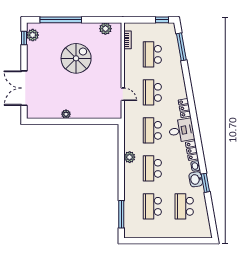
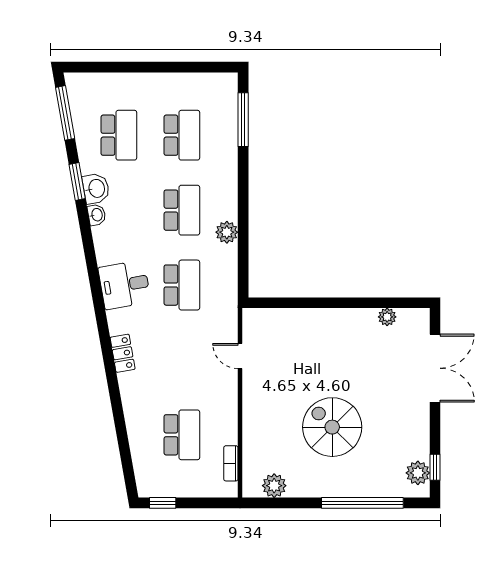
window: (181, 47) -> (65, 113), moved
spiral stairs: (76, 58) -> (332, 427), turned 90
school desk: (152, 92) -> (182, 360), removed
locker: (185, 108) -> (123, 353), moved
plant: (66, 114) -> (387, 317), moved
locker: (192, 151) -> (104, 245), removed

